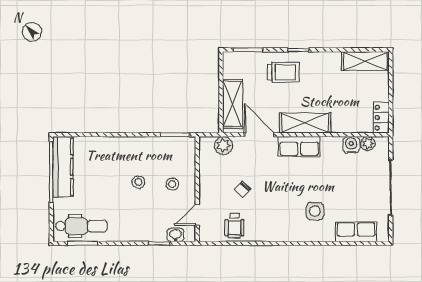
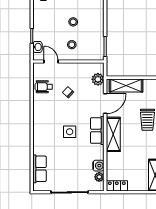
side table: (315, 211) -> (70, 132), moved

